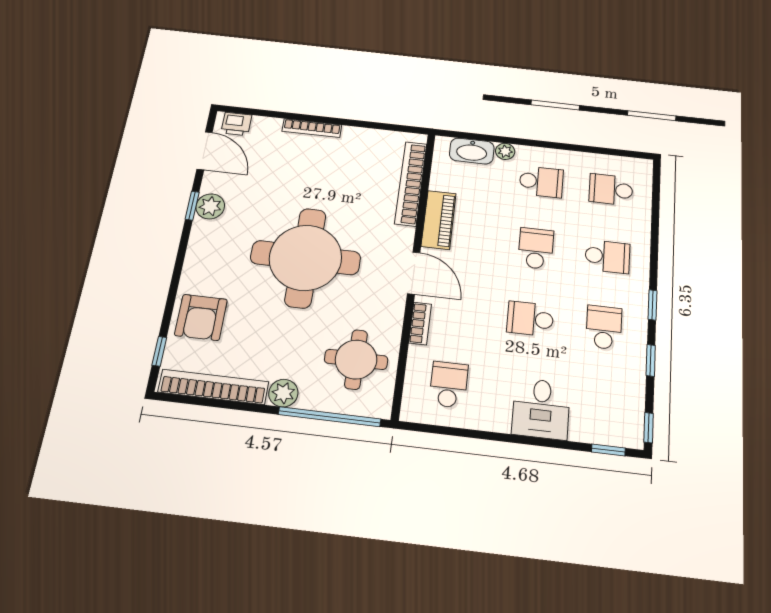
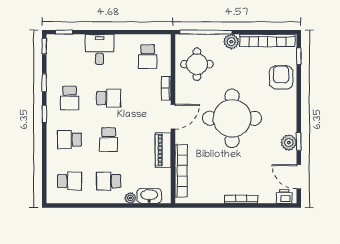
door: (414, 273) -> (173, 117), swing flipped

